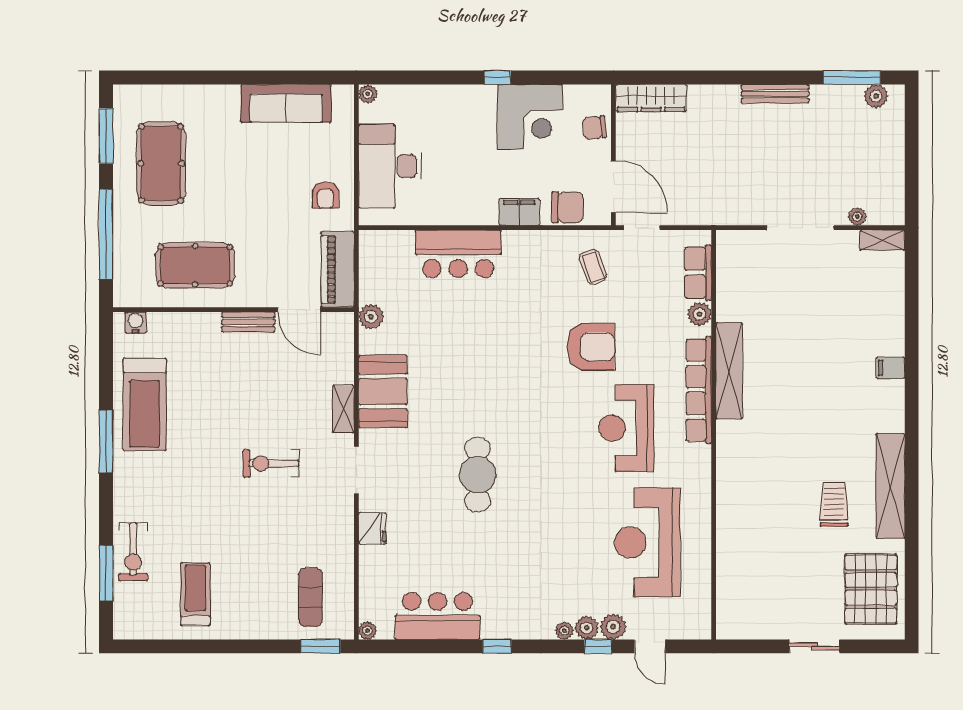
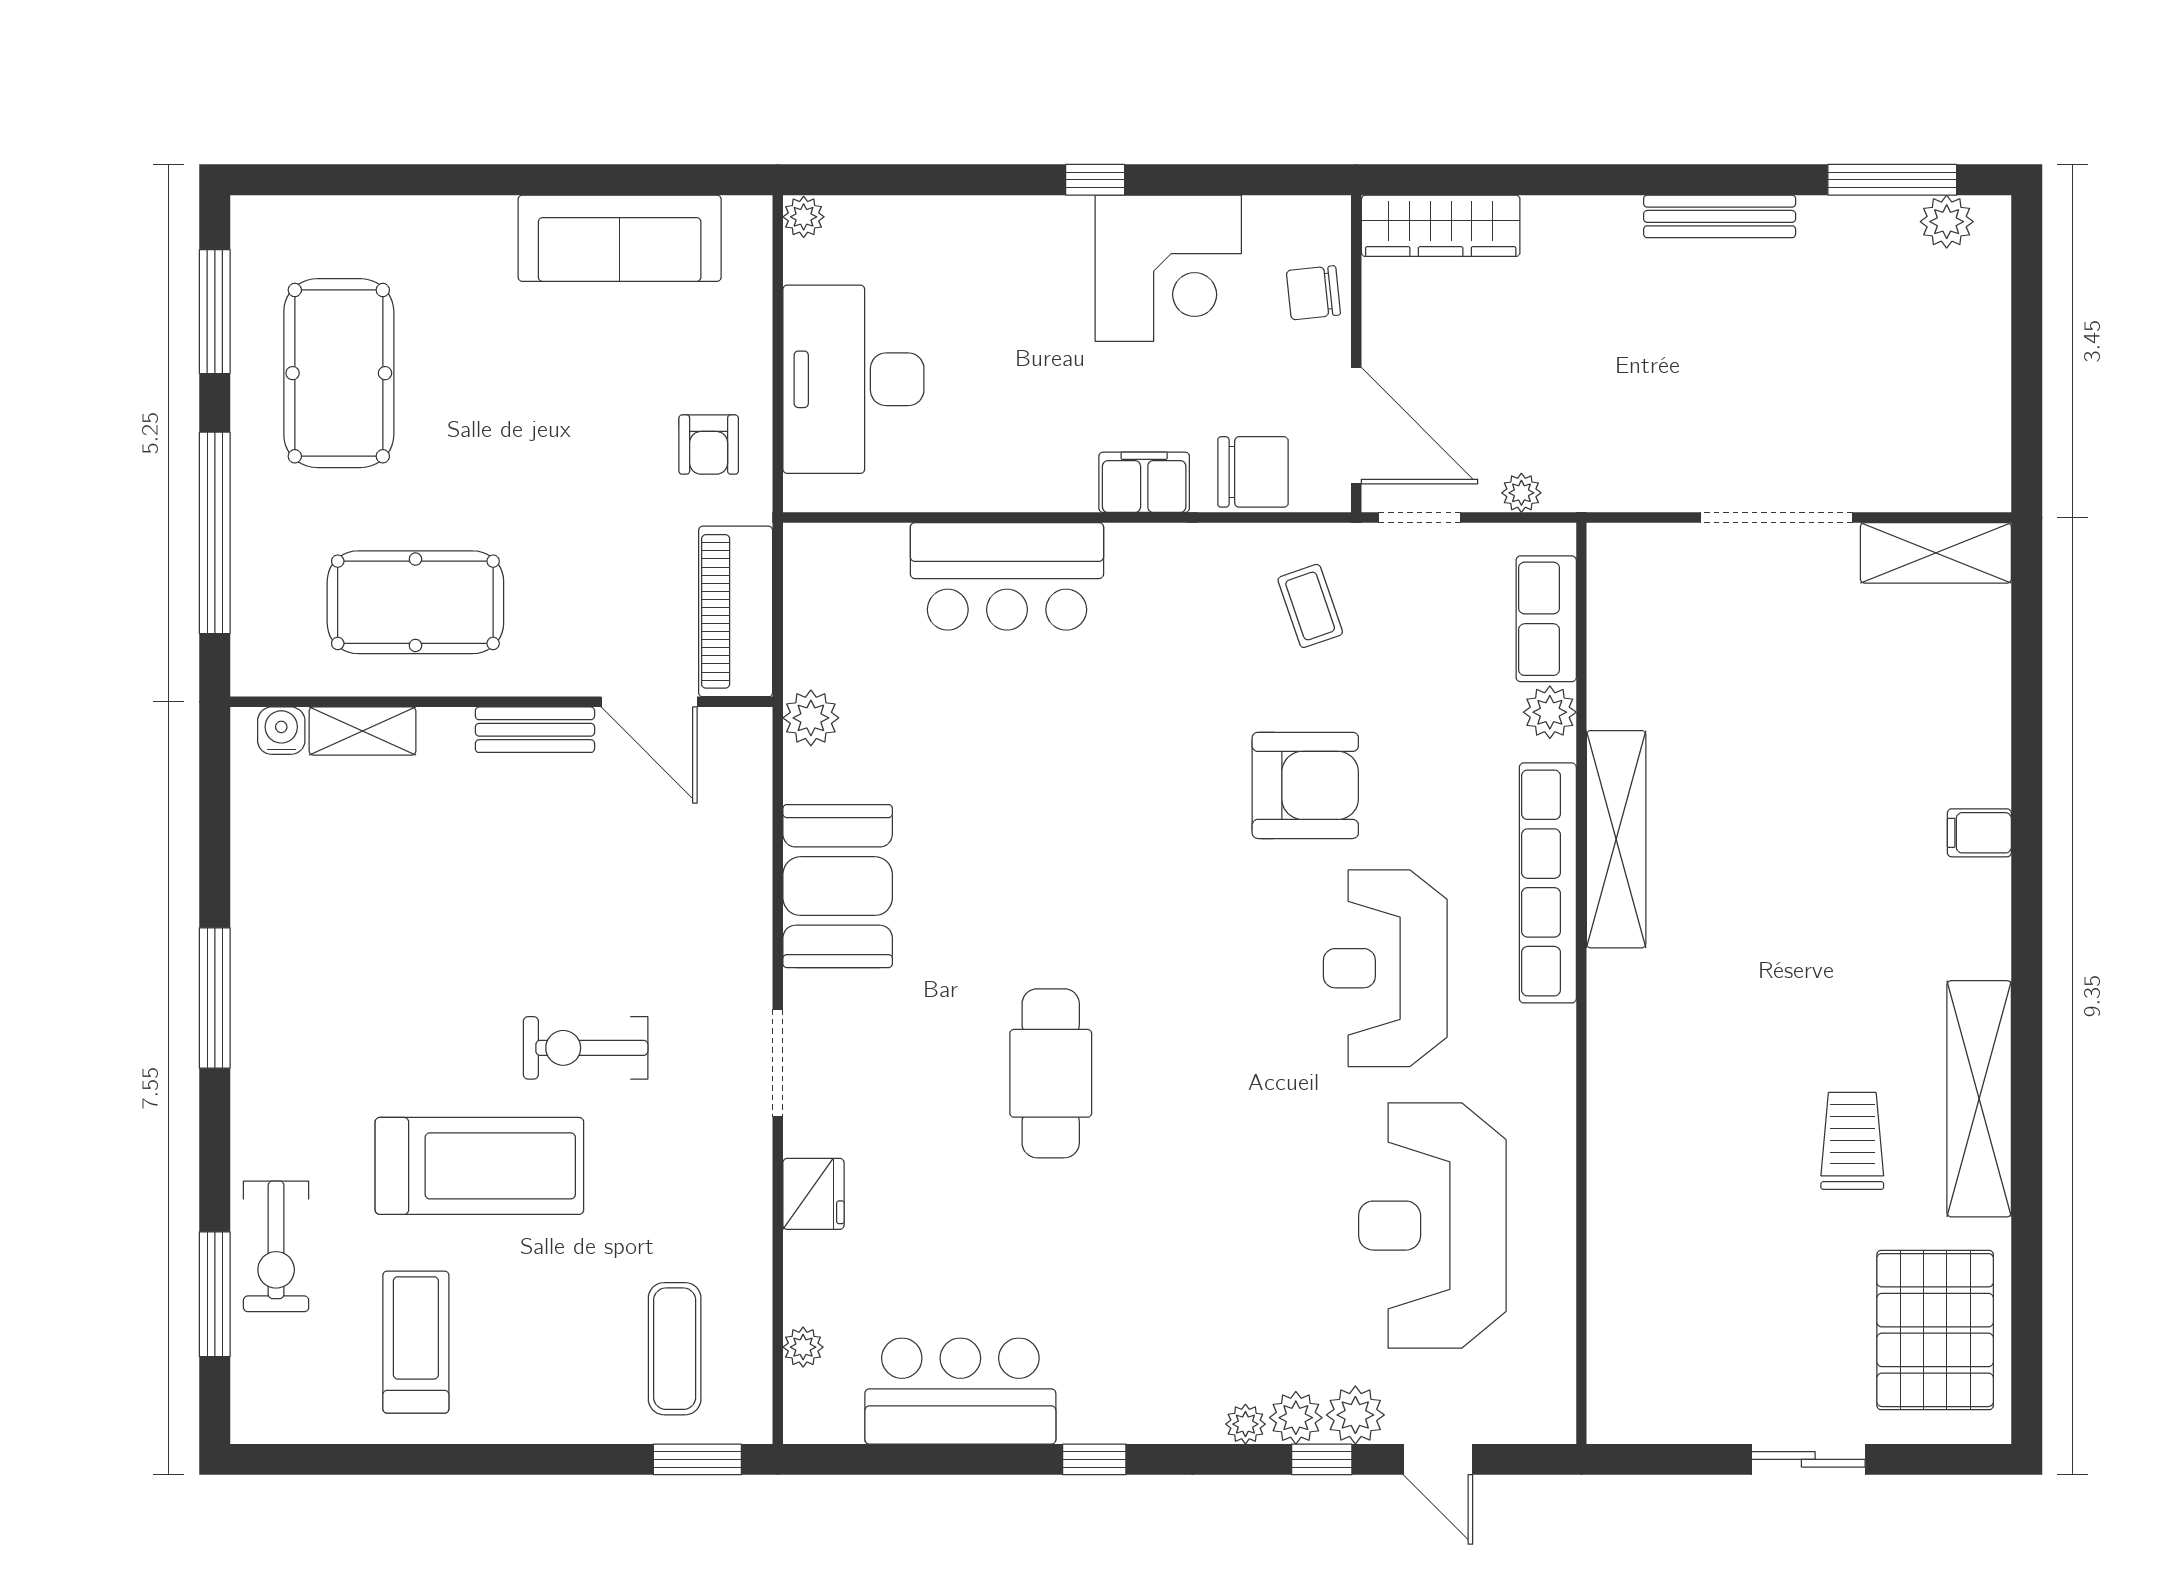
plant: (857, 217) -> (1521, 493), moved
shelving: (882, 240) -> (1936, 553), width x1.50, depth x1.33
treadmill: (145, 404) -> (479, 1166), moved, turned -90
shelving: (343, 409) -> (363, 731), moved, turned 90
plant: (368, 631) -> (803, 1347), moved

